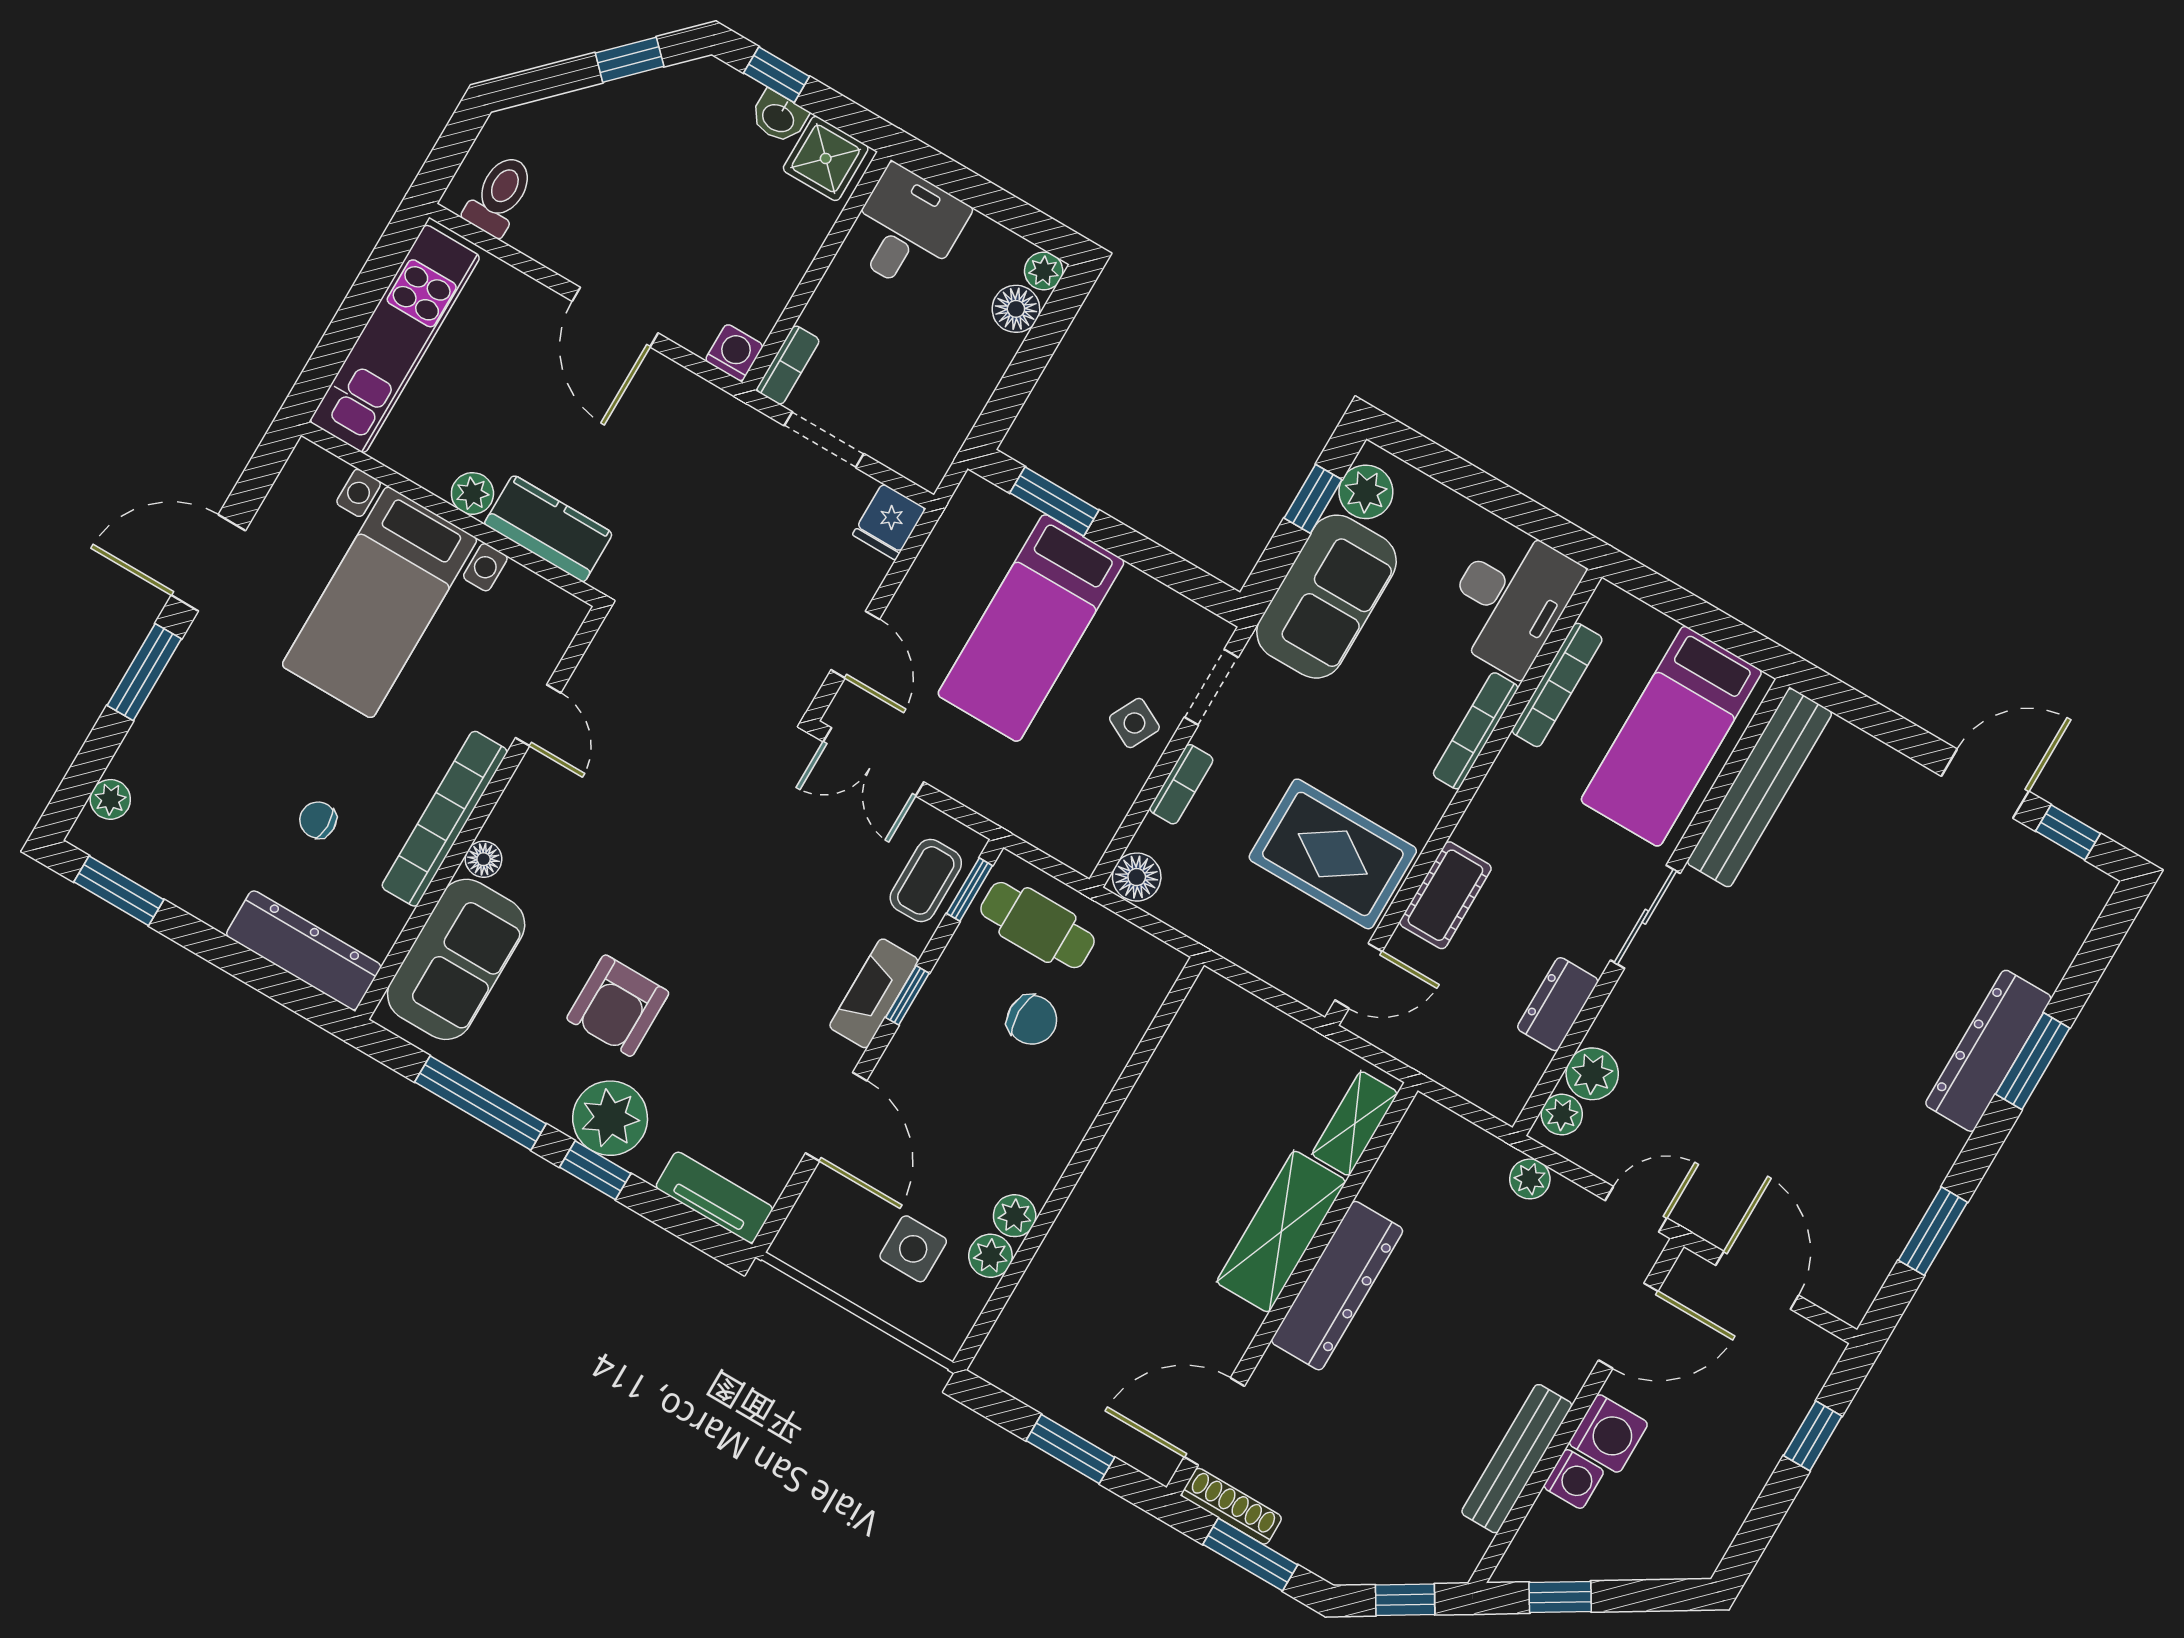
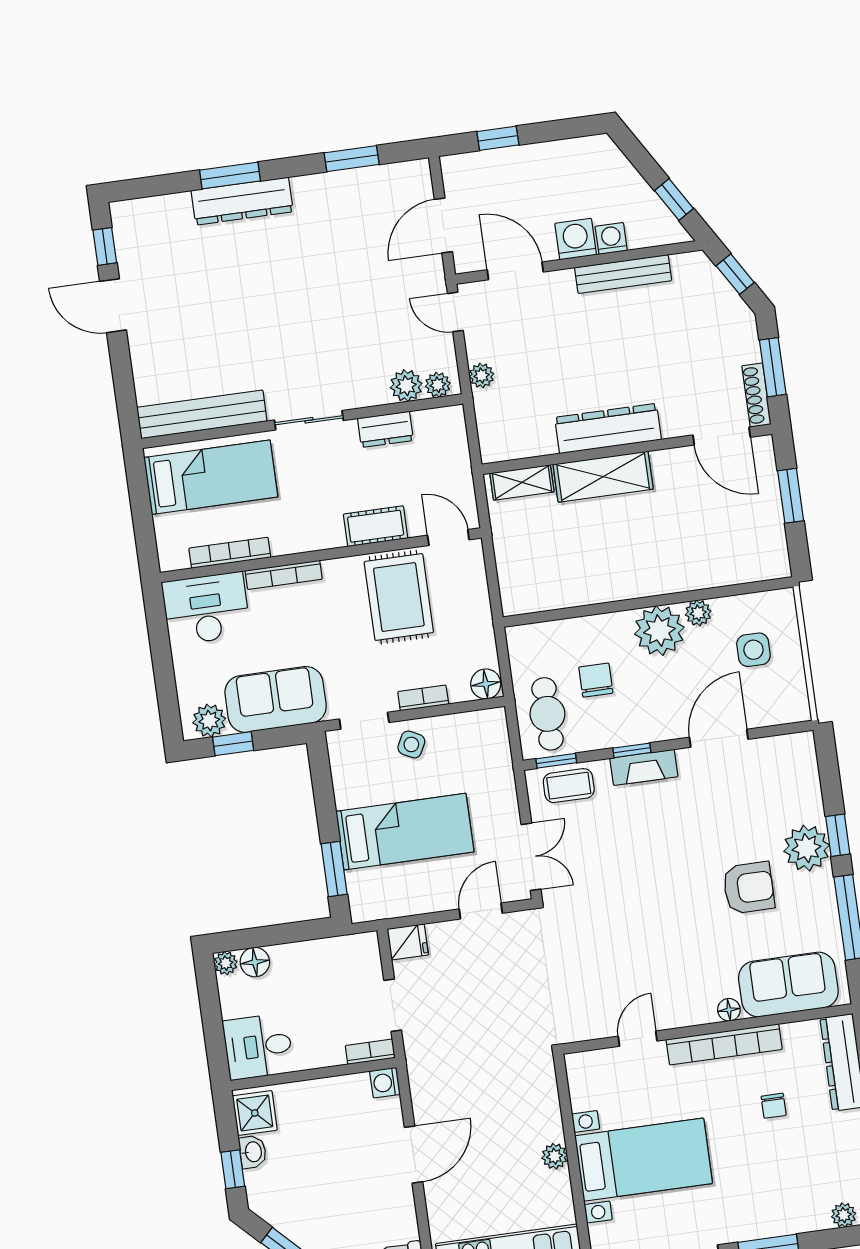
kitchen counter: (548, 529) -> (542, 1106), removed
tv unit: (714, 1197) -> (805, 767), removed
plant: (990, 1256) -> (659, 631), moved, width x1.88, depth x1.88

